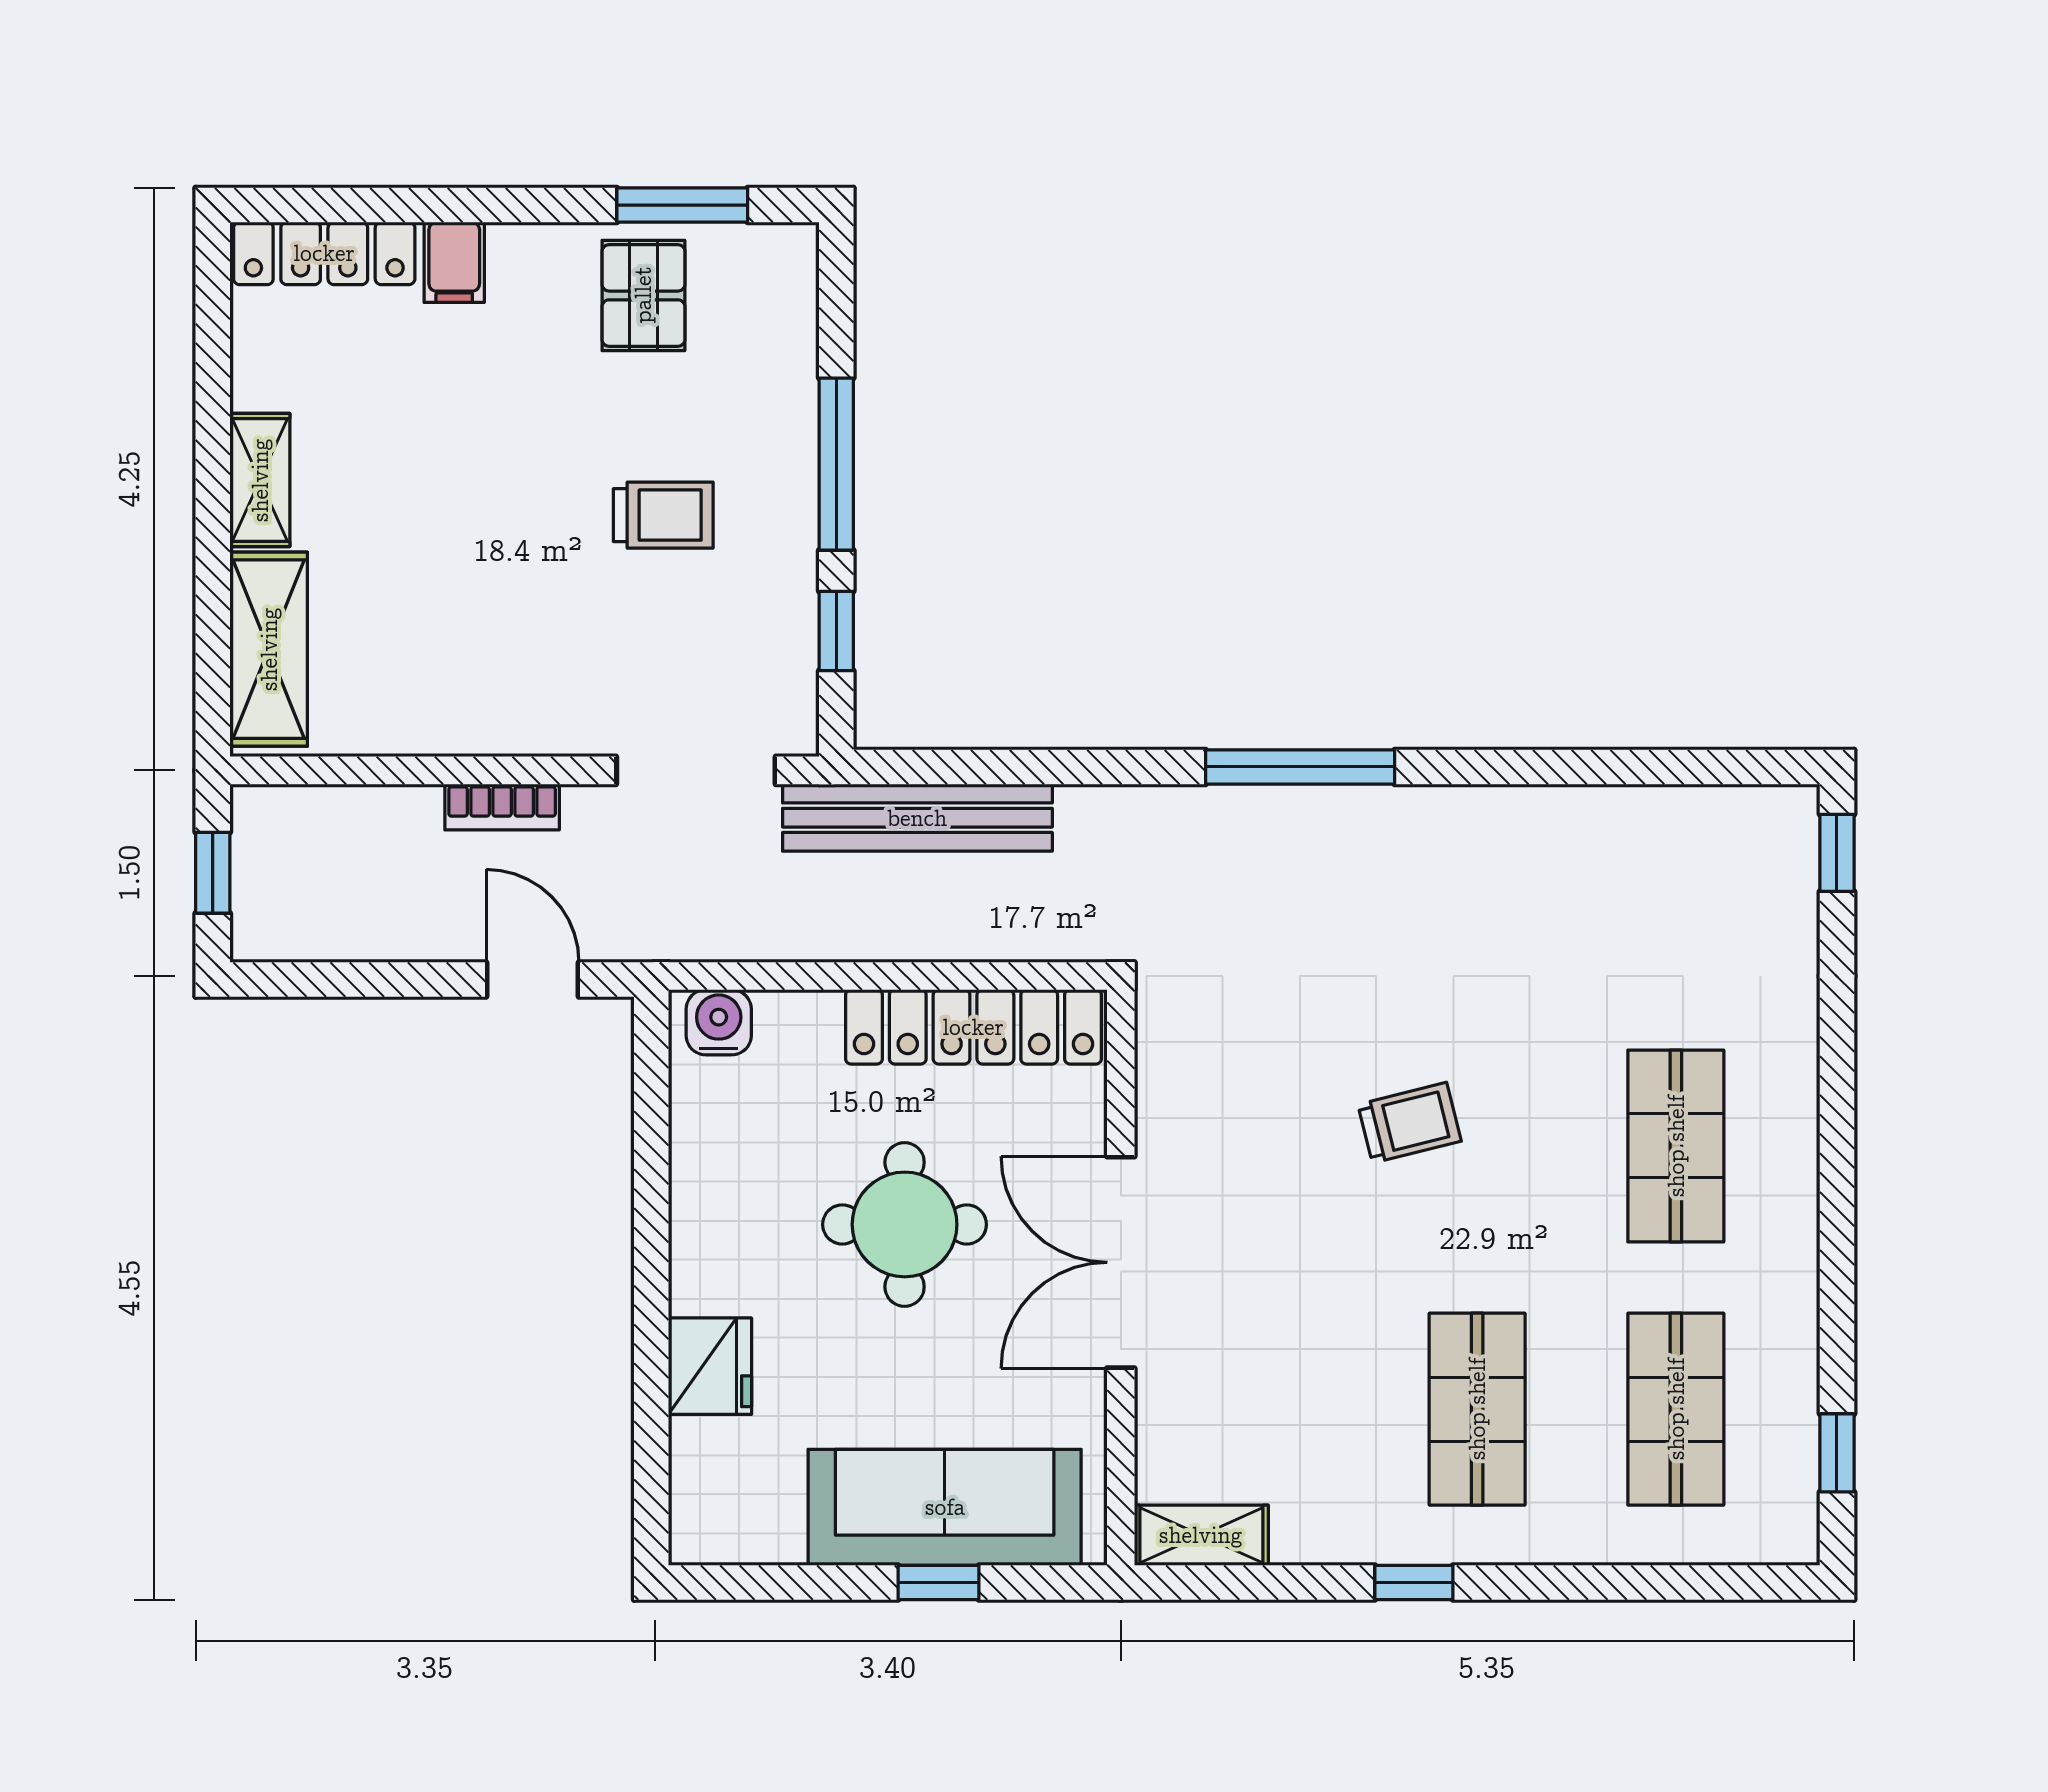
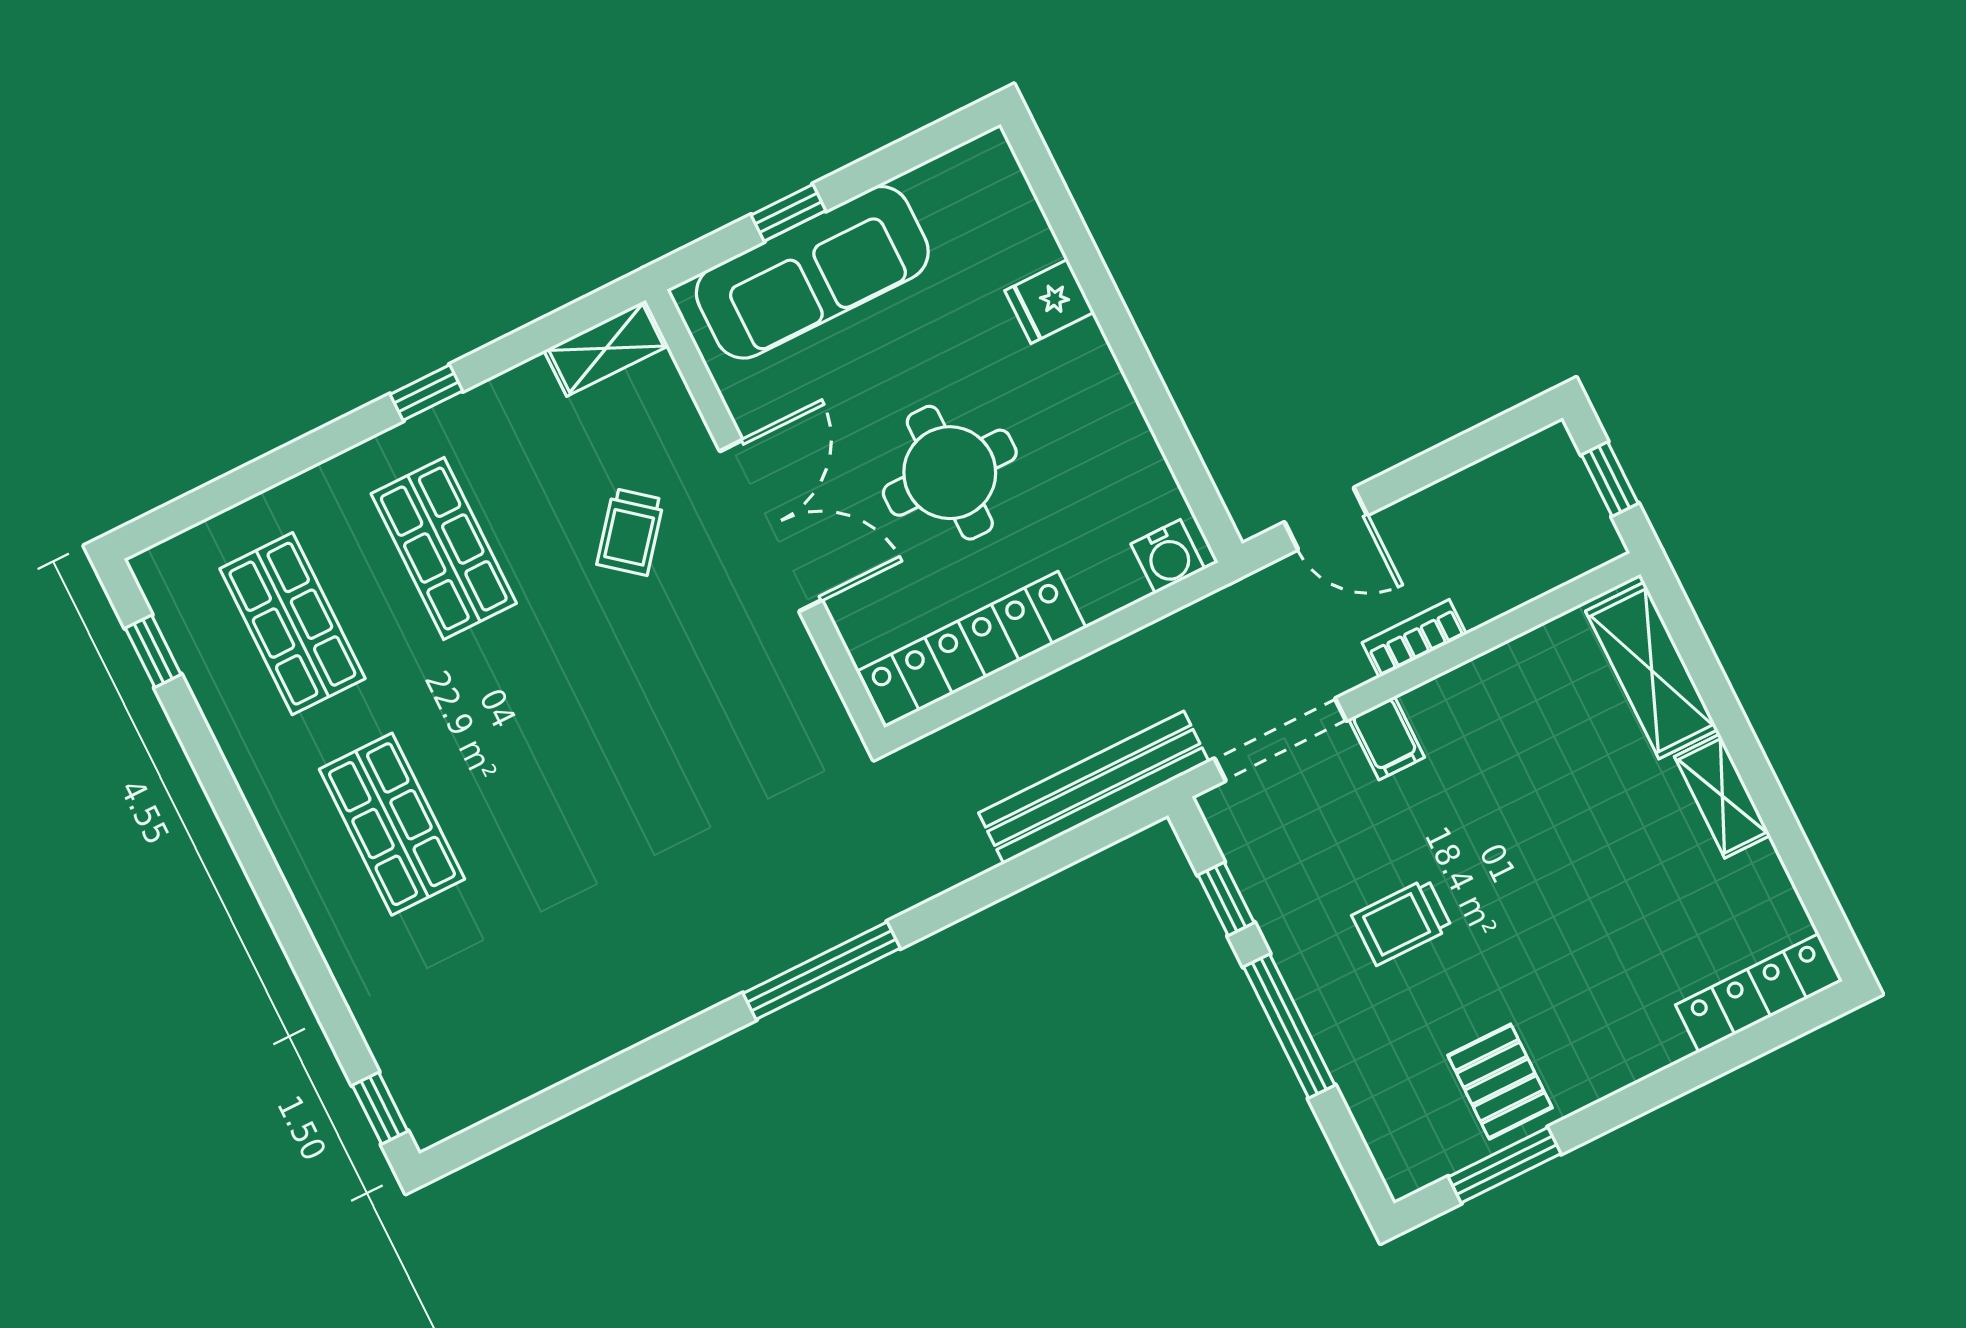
filing cabinet: (454, 262) -> (1387, 738), moved, turned 180
trolley: (1410, 1123) -> (630, 532), moved, turned -37
fridge: (710, 1366) -> (1049, 301), width x0.72

